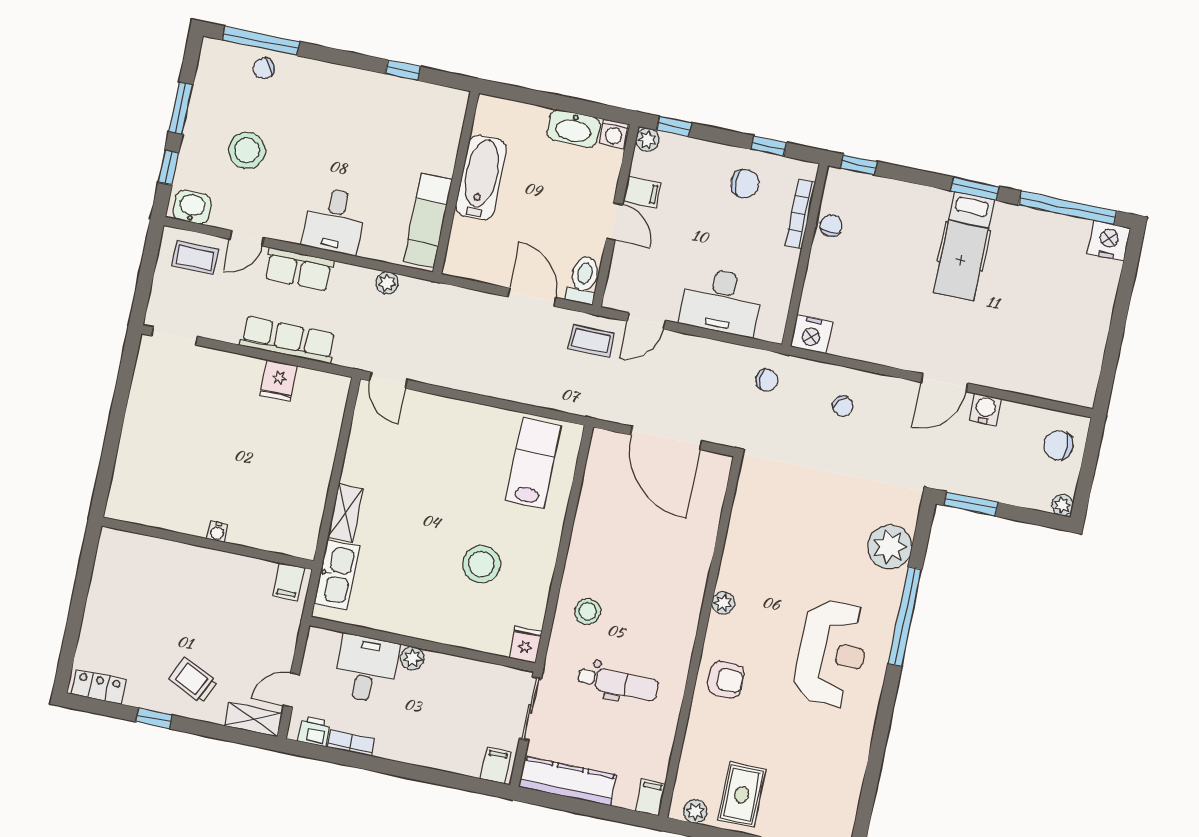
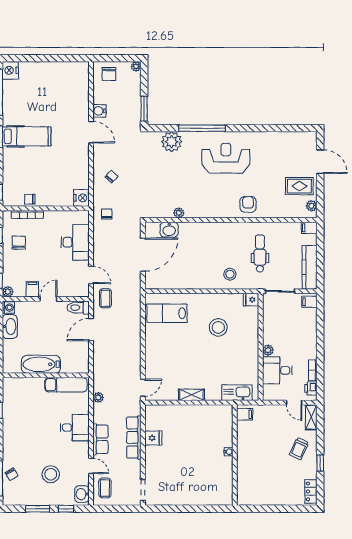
washbasin: (707, 504) -> (169, 230), added
shelving: (345, 513) -> (192, 395), moved
plant: (723, 603) -> (179, 213), moved

